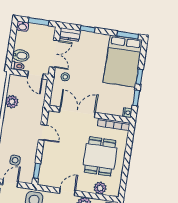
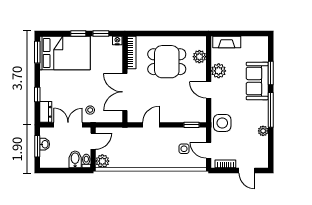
washbasin: (23, 26) -> (45, 144), moved
plant: (12, 102) -> (102, 161), moved

